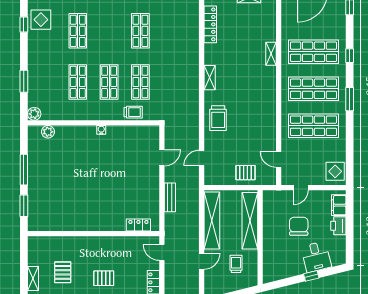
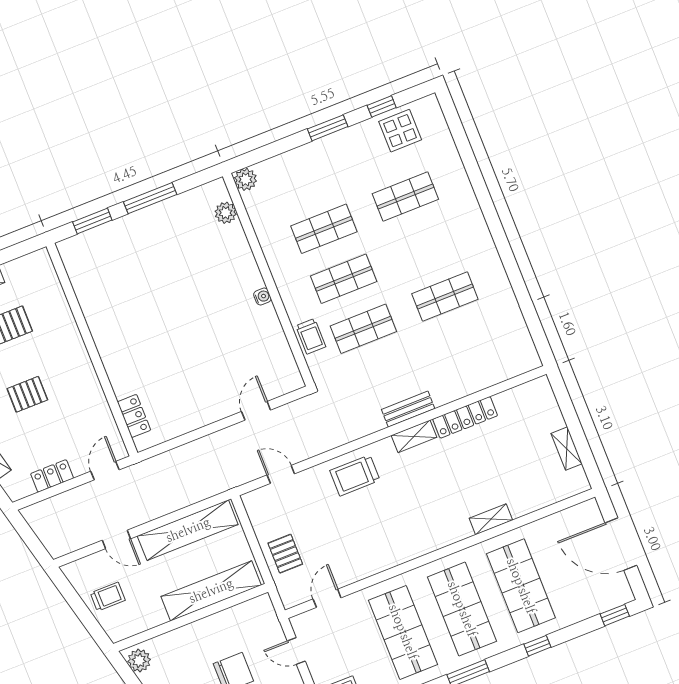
locker: (210, 24) -> (465, 417), moved
window: (24, 81) -> (328, 128), moved
door: (162, 158) -> (256, 411), swing flipped
bench: (170, 197) -> (408, 409), moved
trolley: (236, 264) -> (108, 597), moved
plant: (272, 275) -> (139, 660), added
pallet: (104, 278) -> (27, 394), turned 90

